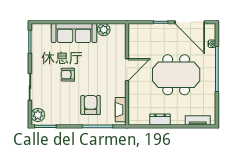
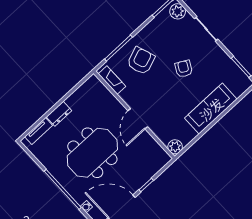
plant: (104, 30) -> (175, 147), moved
armchair: (68, 75) -> (184, 69), turned -61
armchair: (91, 105) -> (141, 61), turned -110
dresser: (160, 120) -> (59, 114), moved

